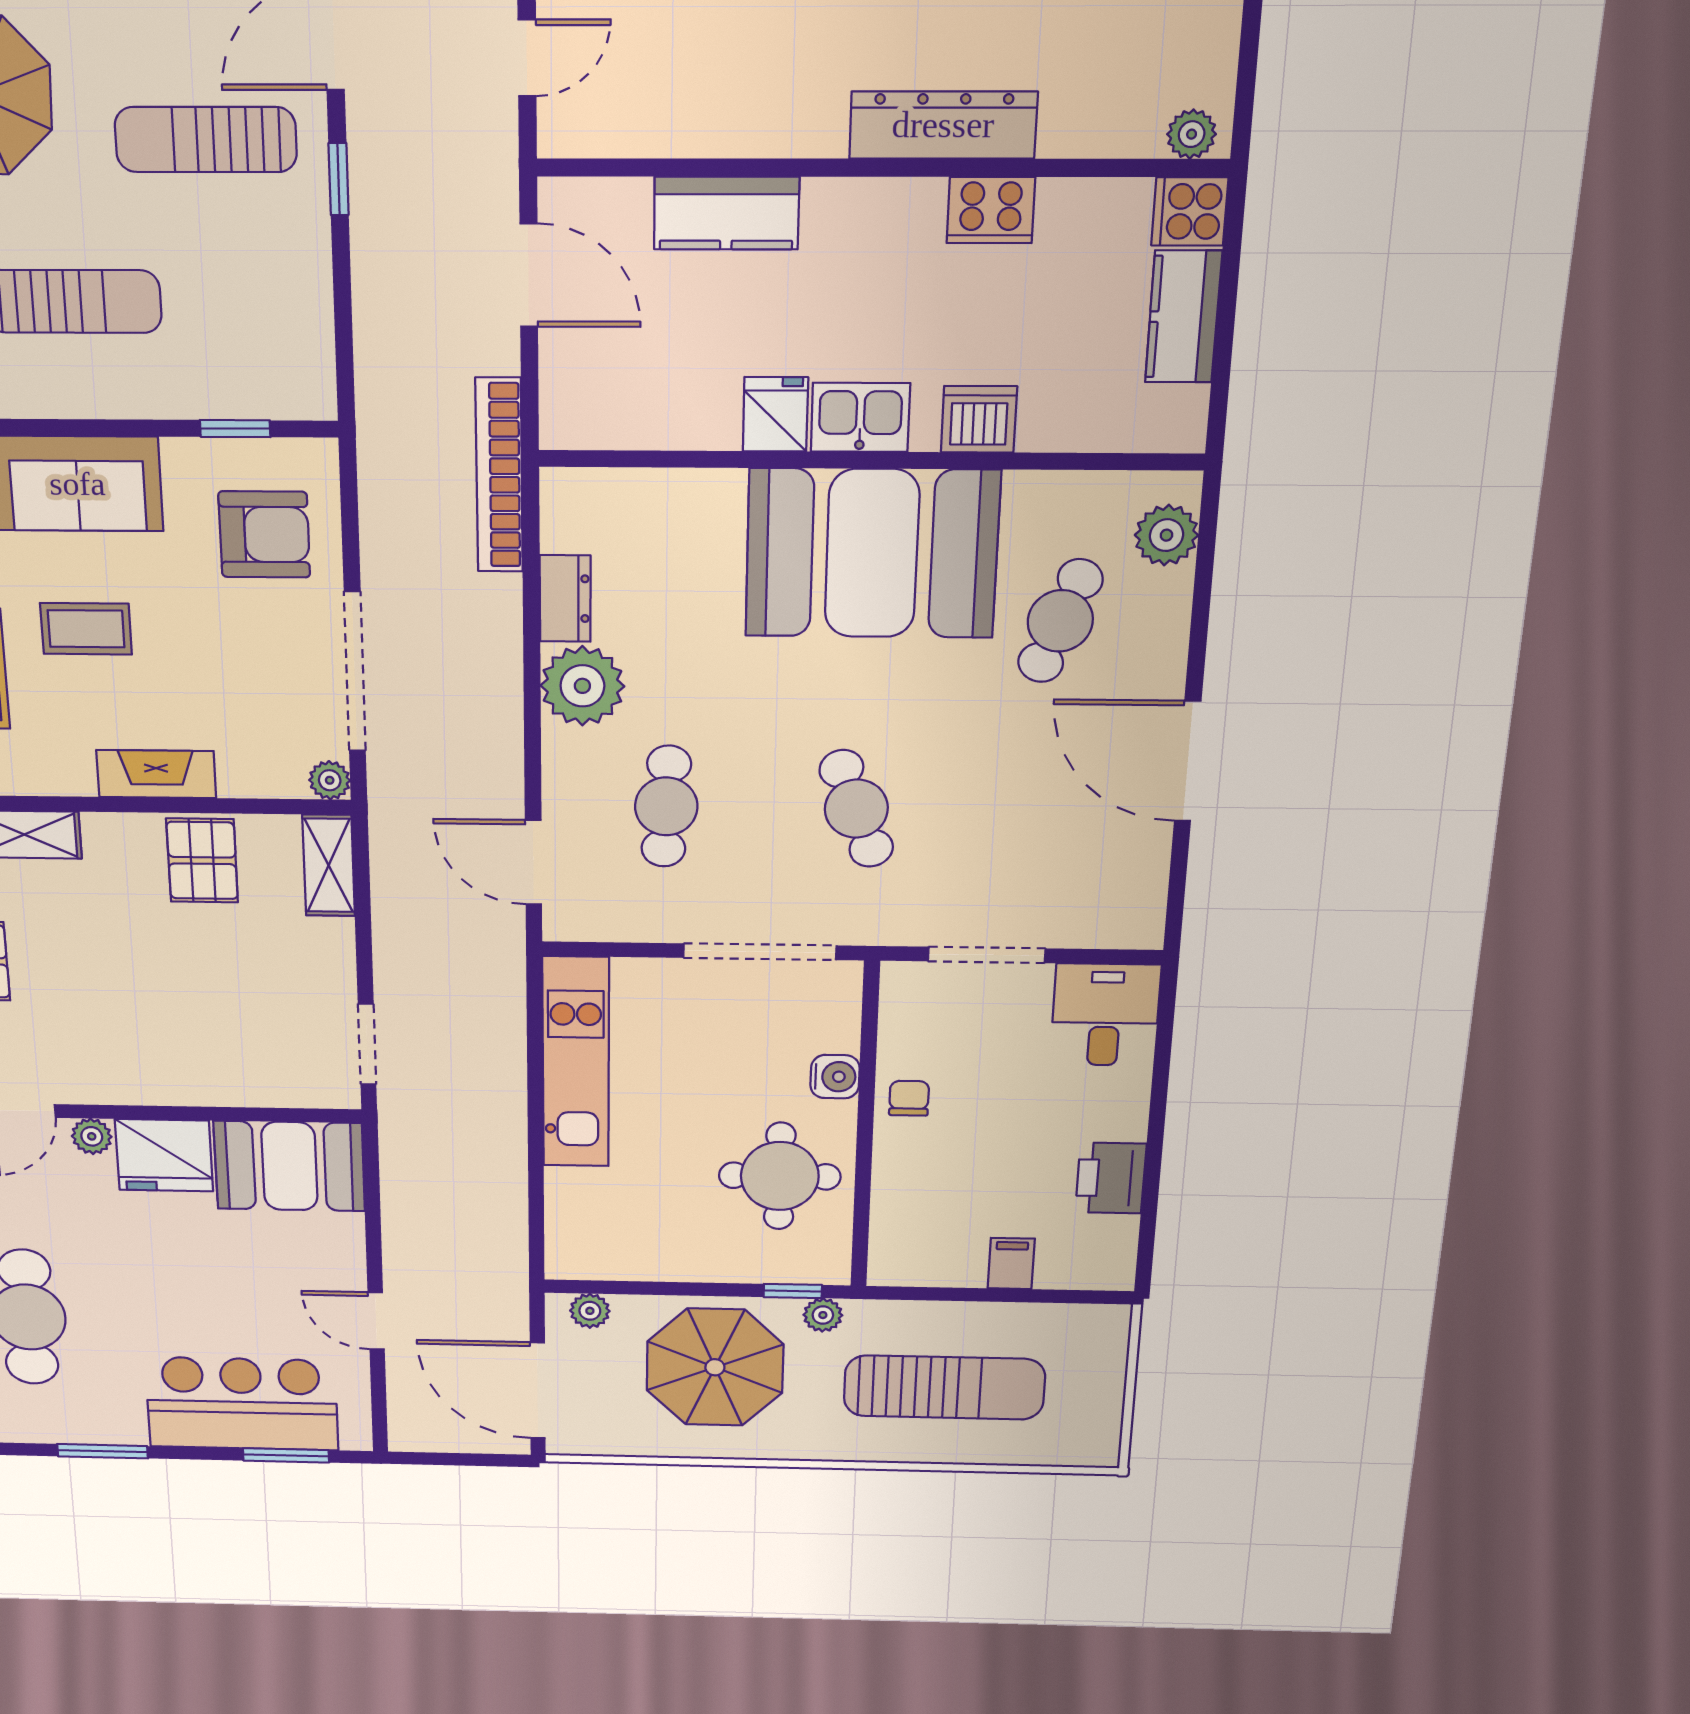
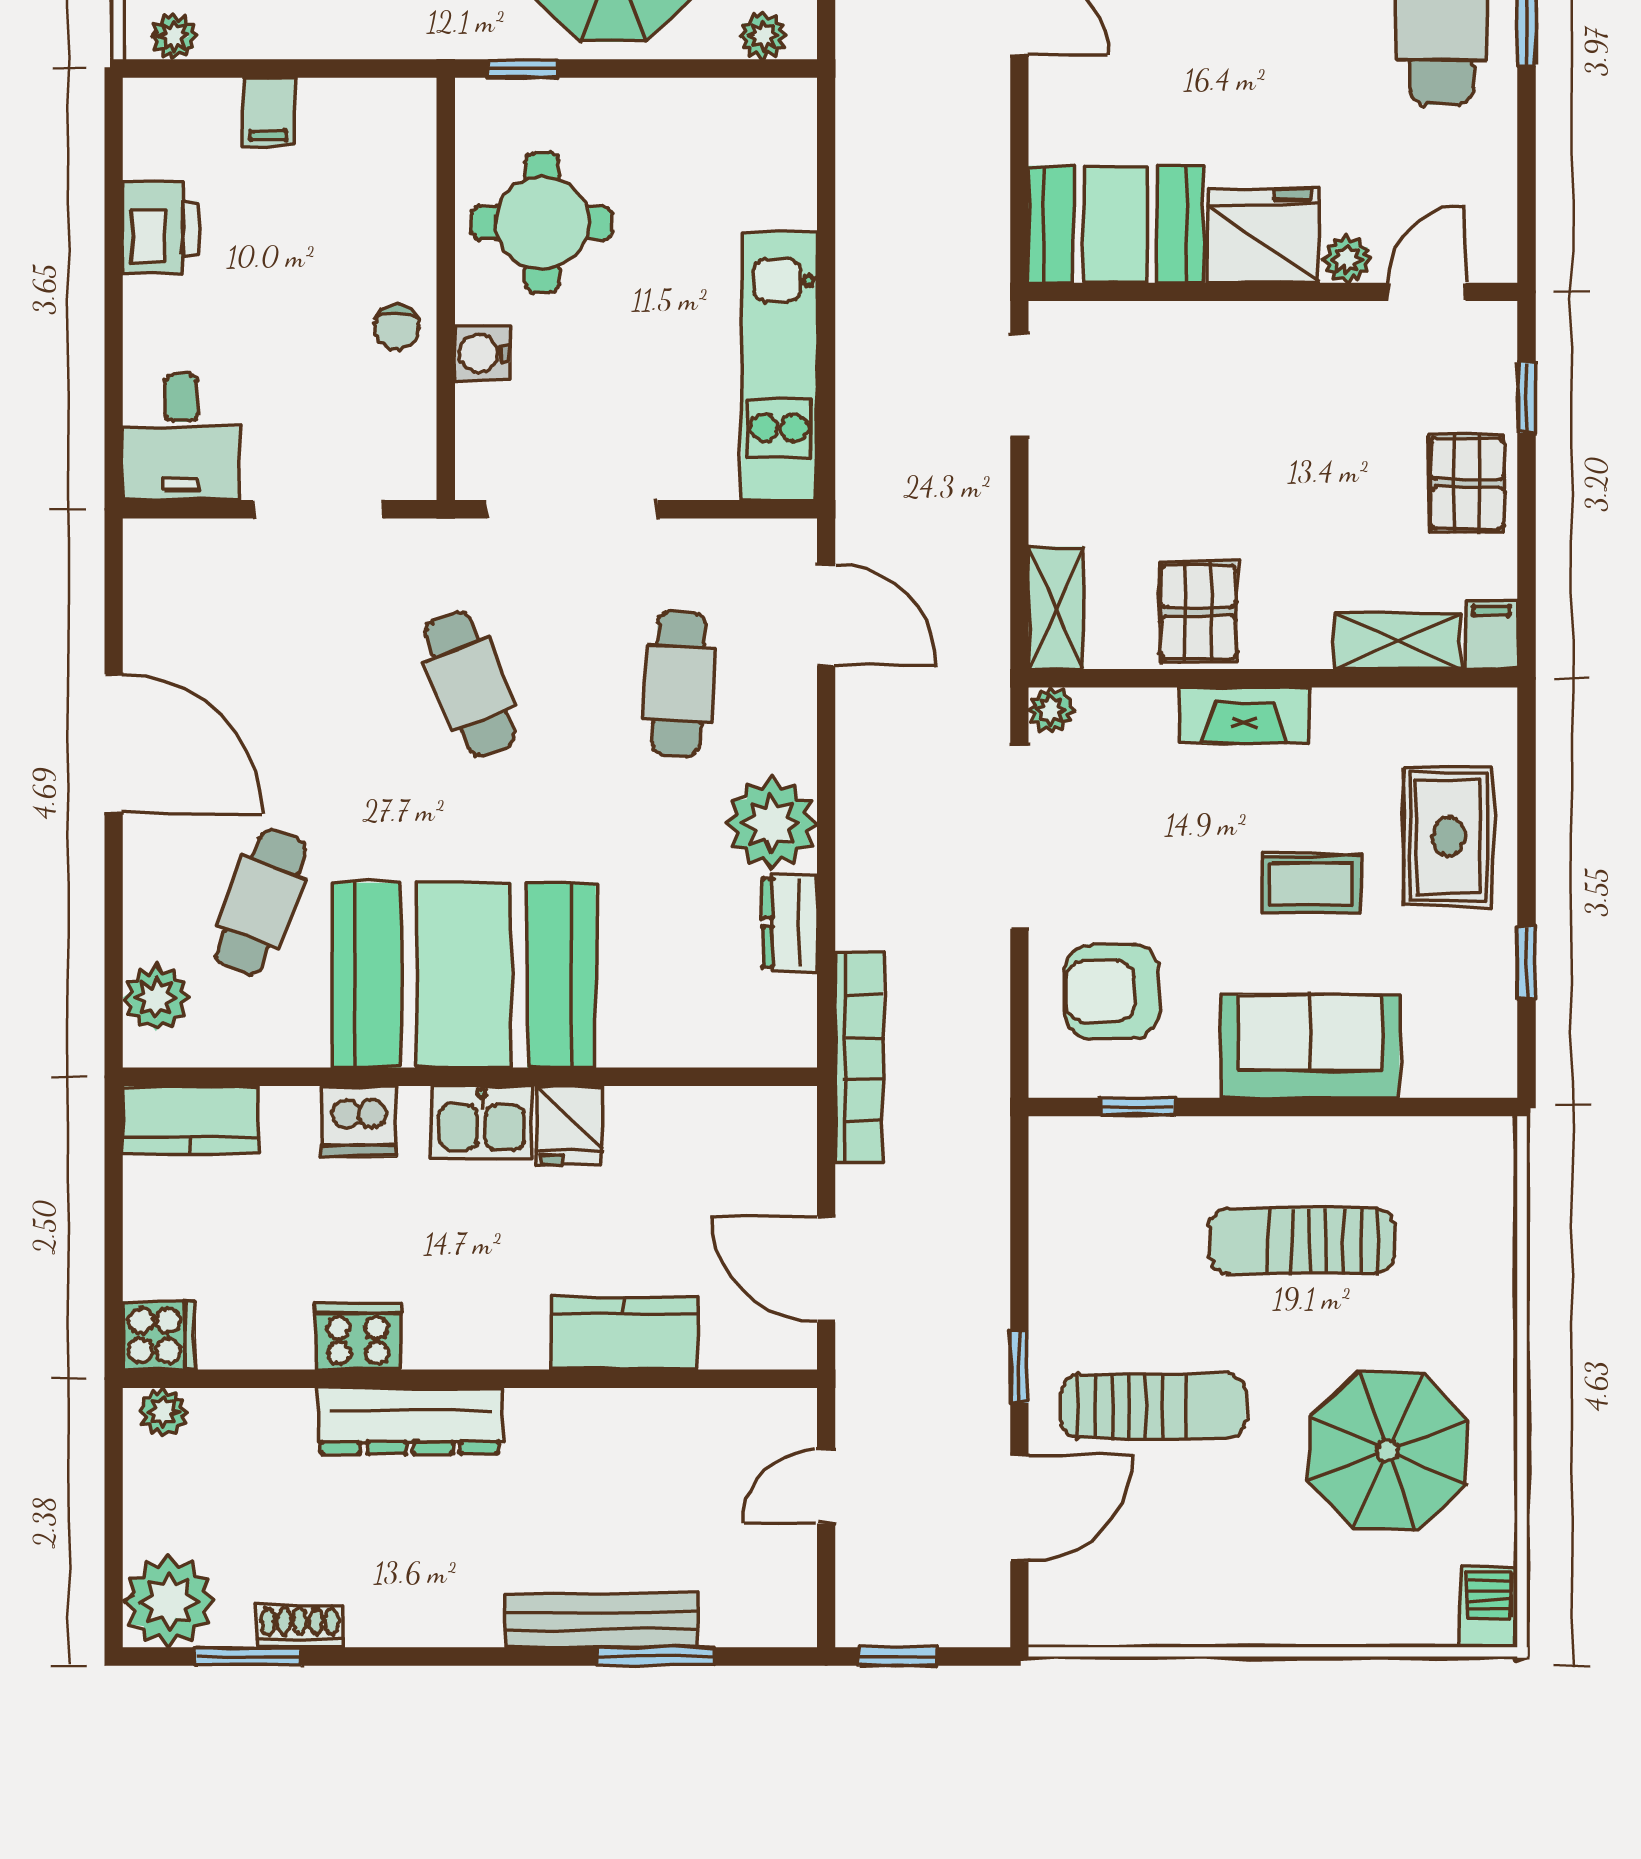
kitchen counter: (1183, 317) -> (190, 1120), moved, turned 90
plant: (823, 1315) -> (174, 36), moved

